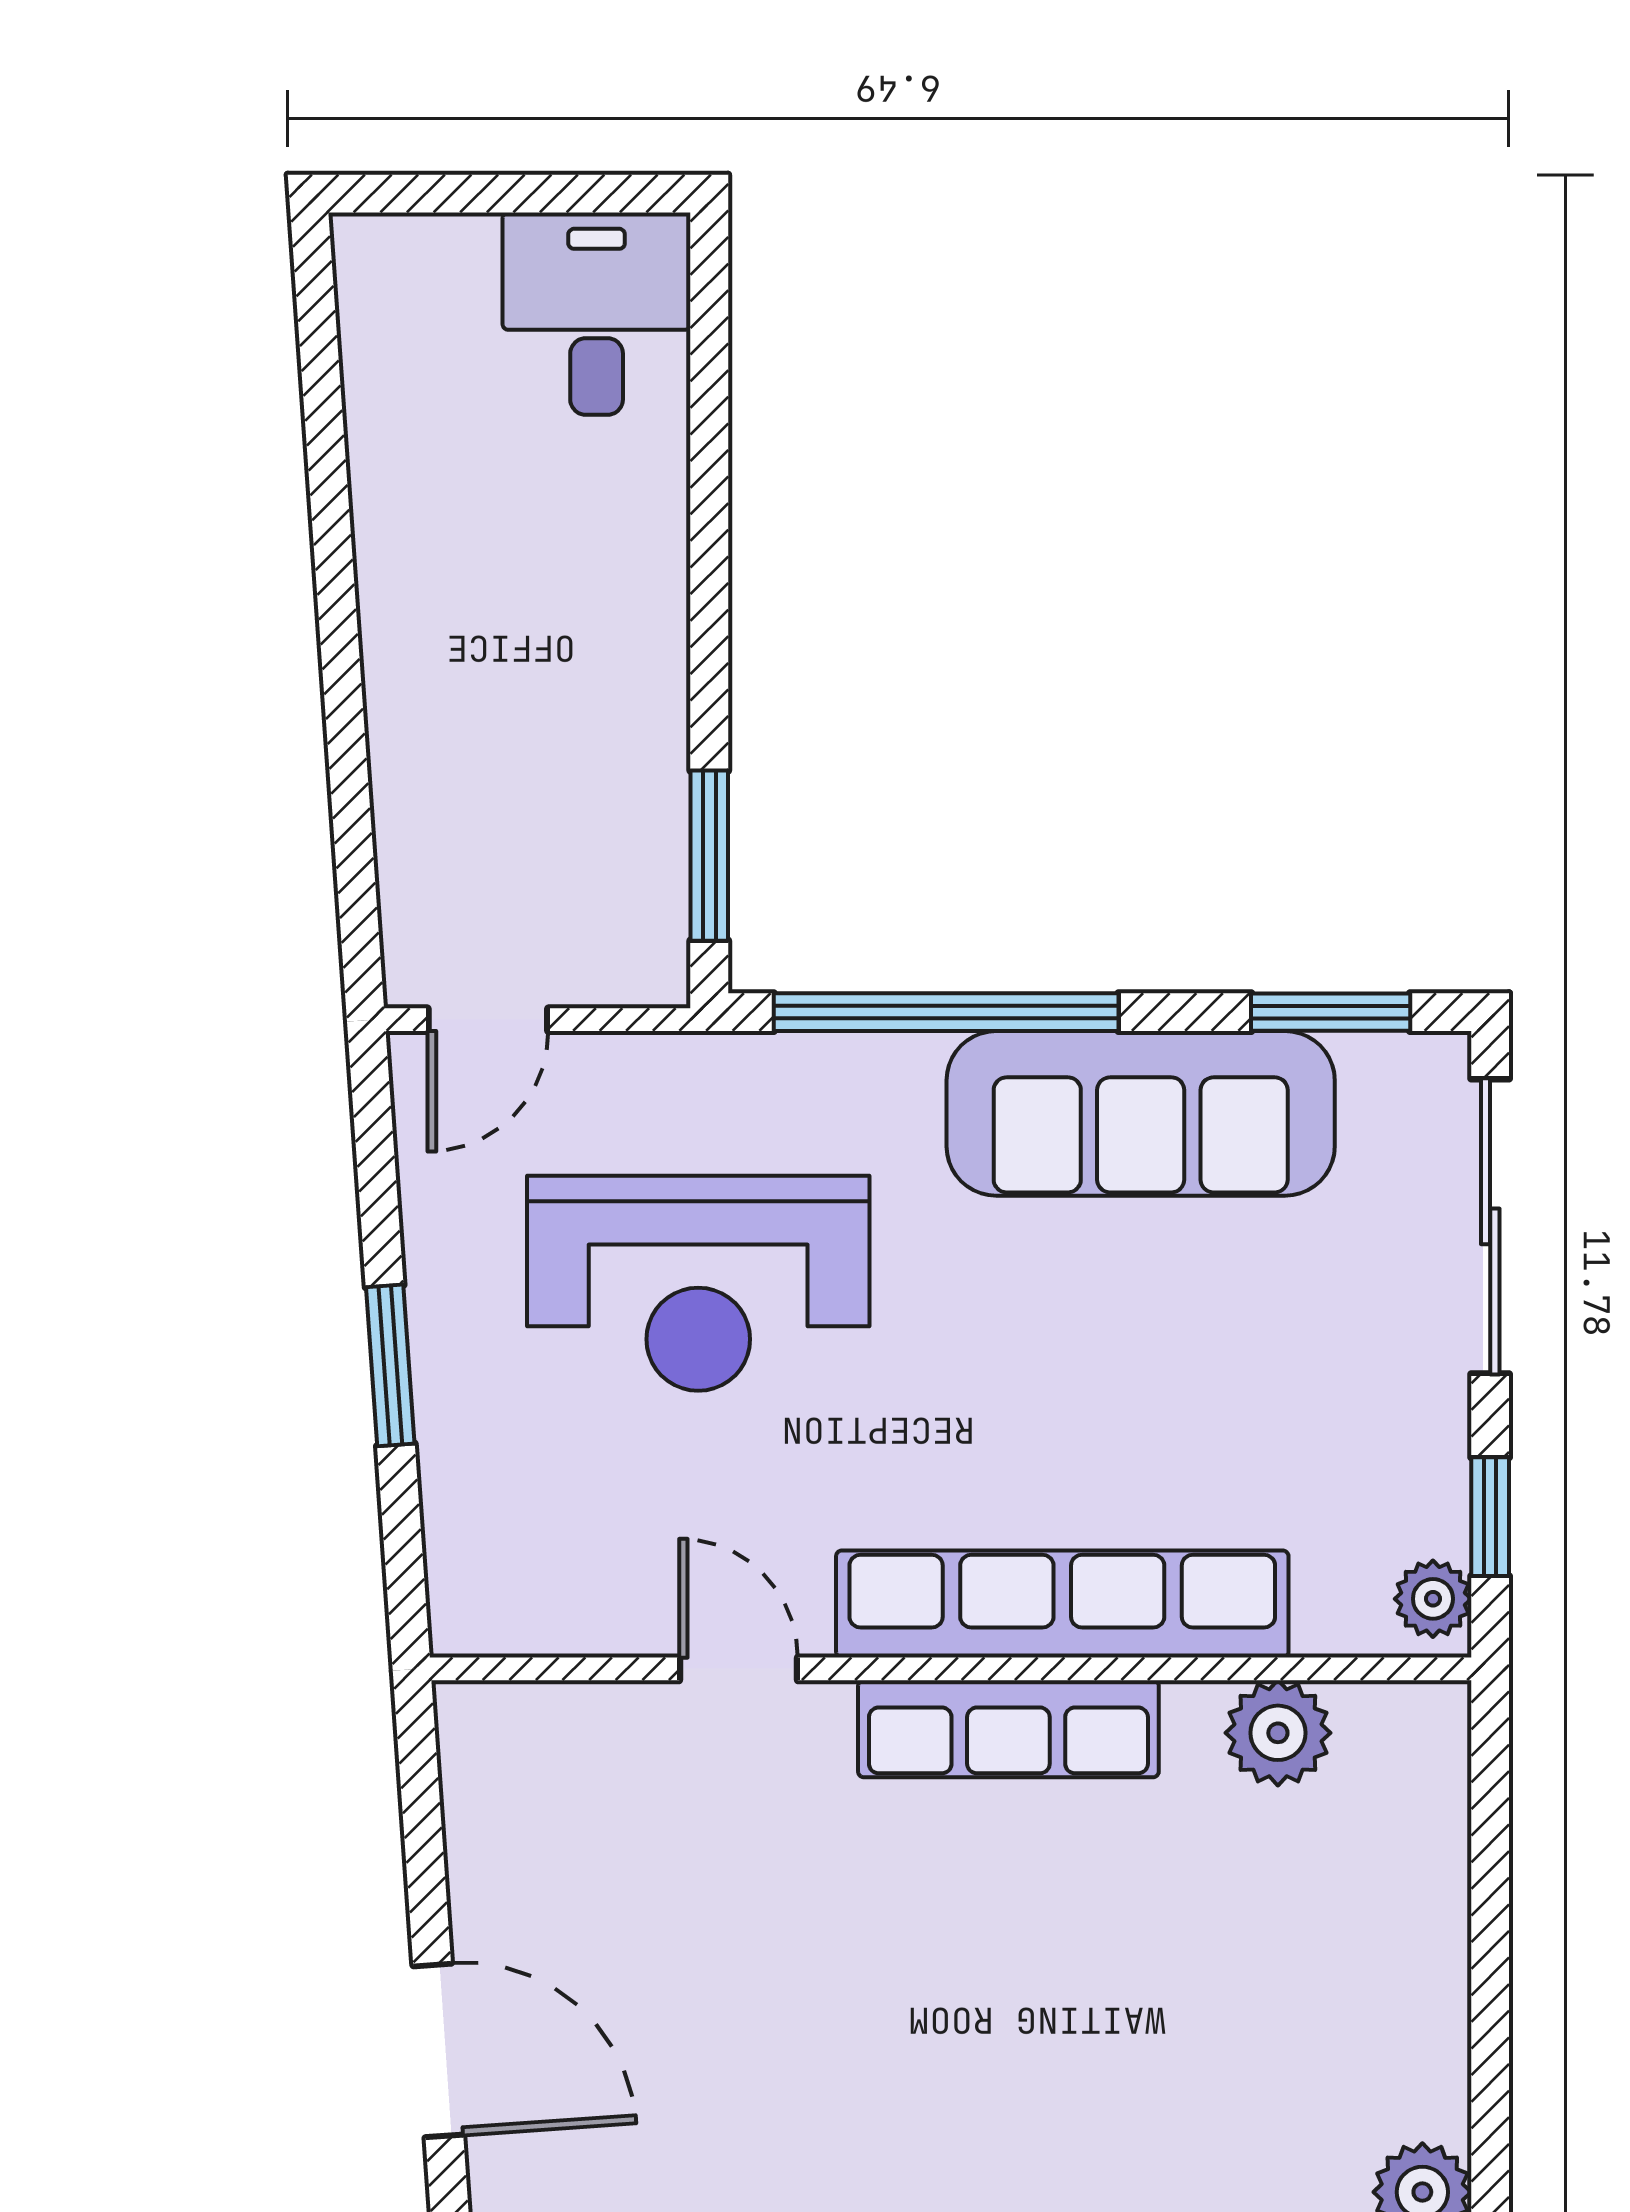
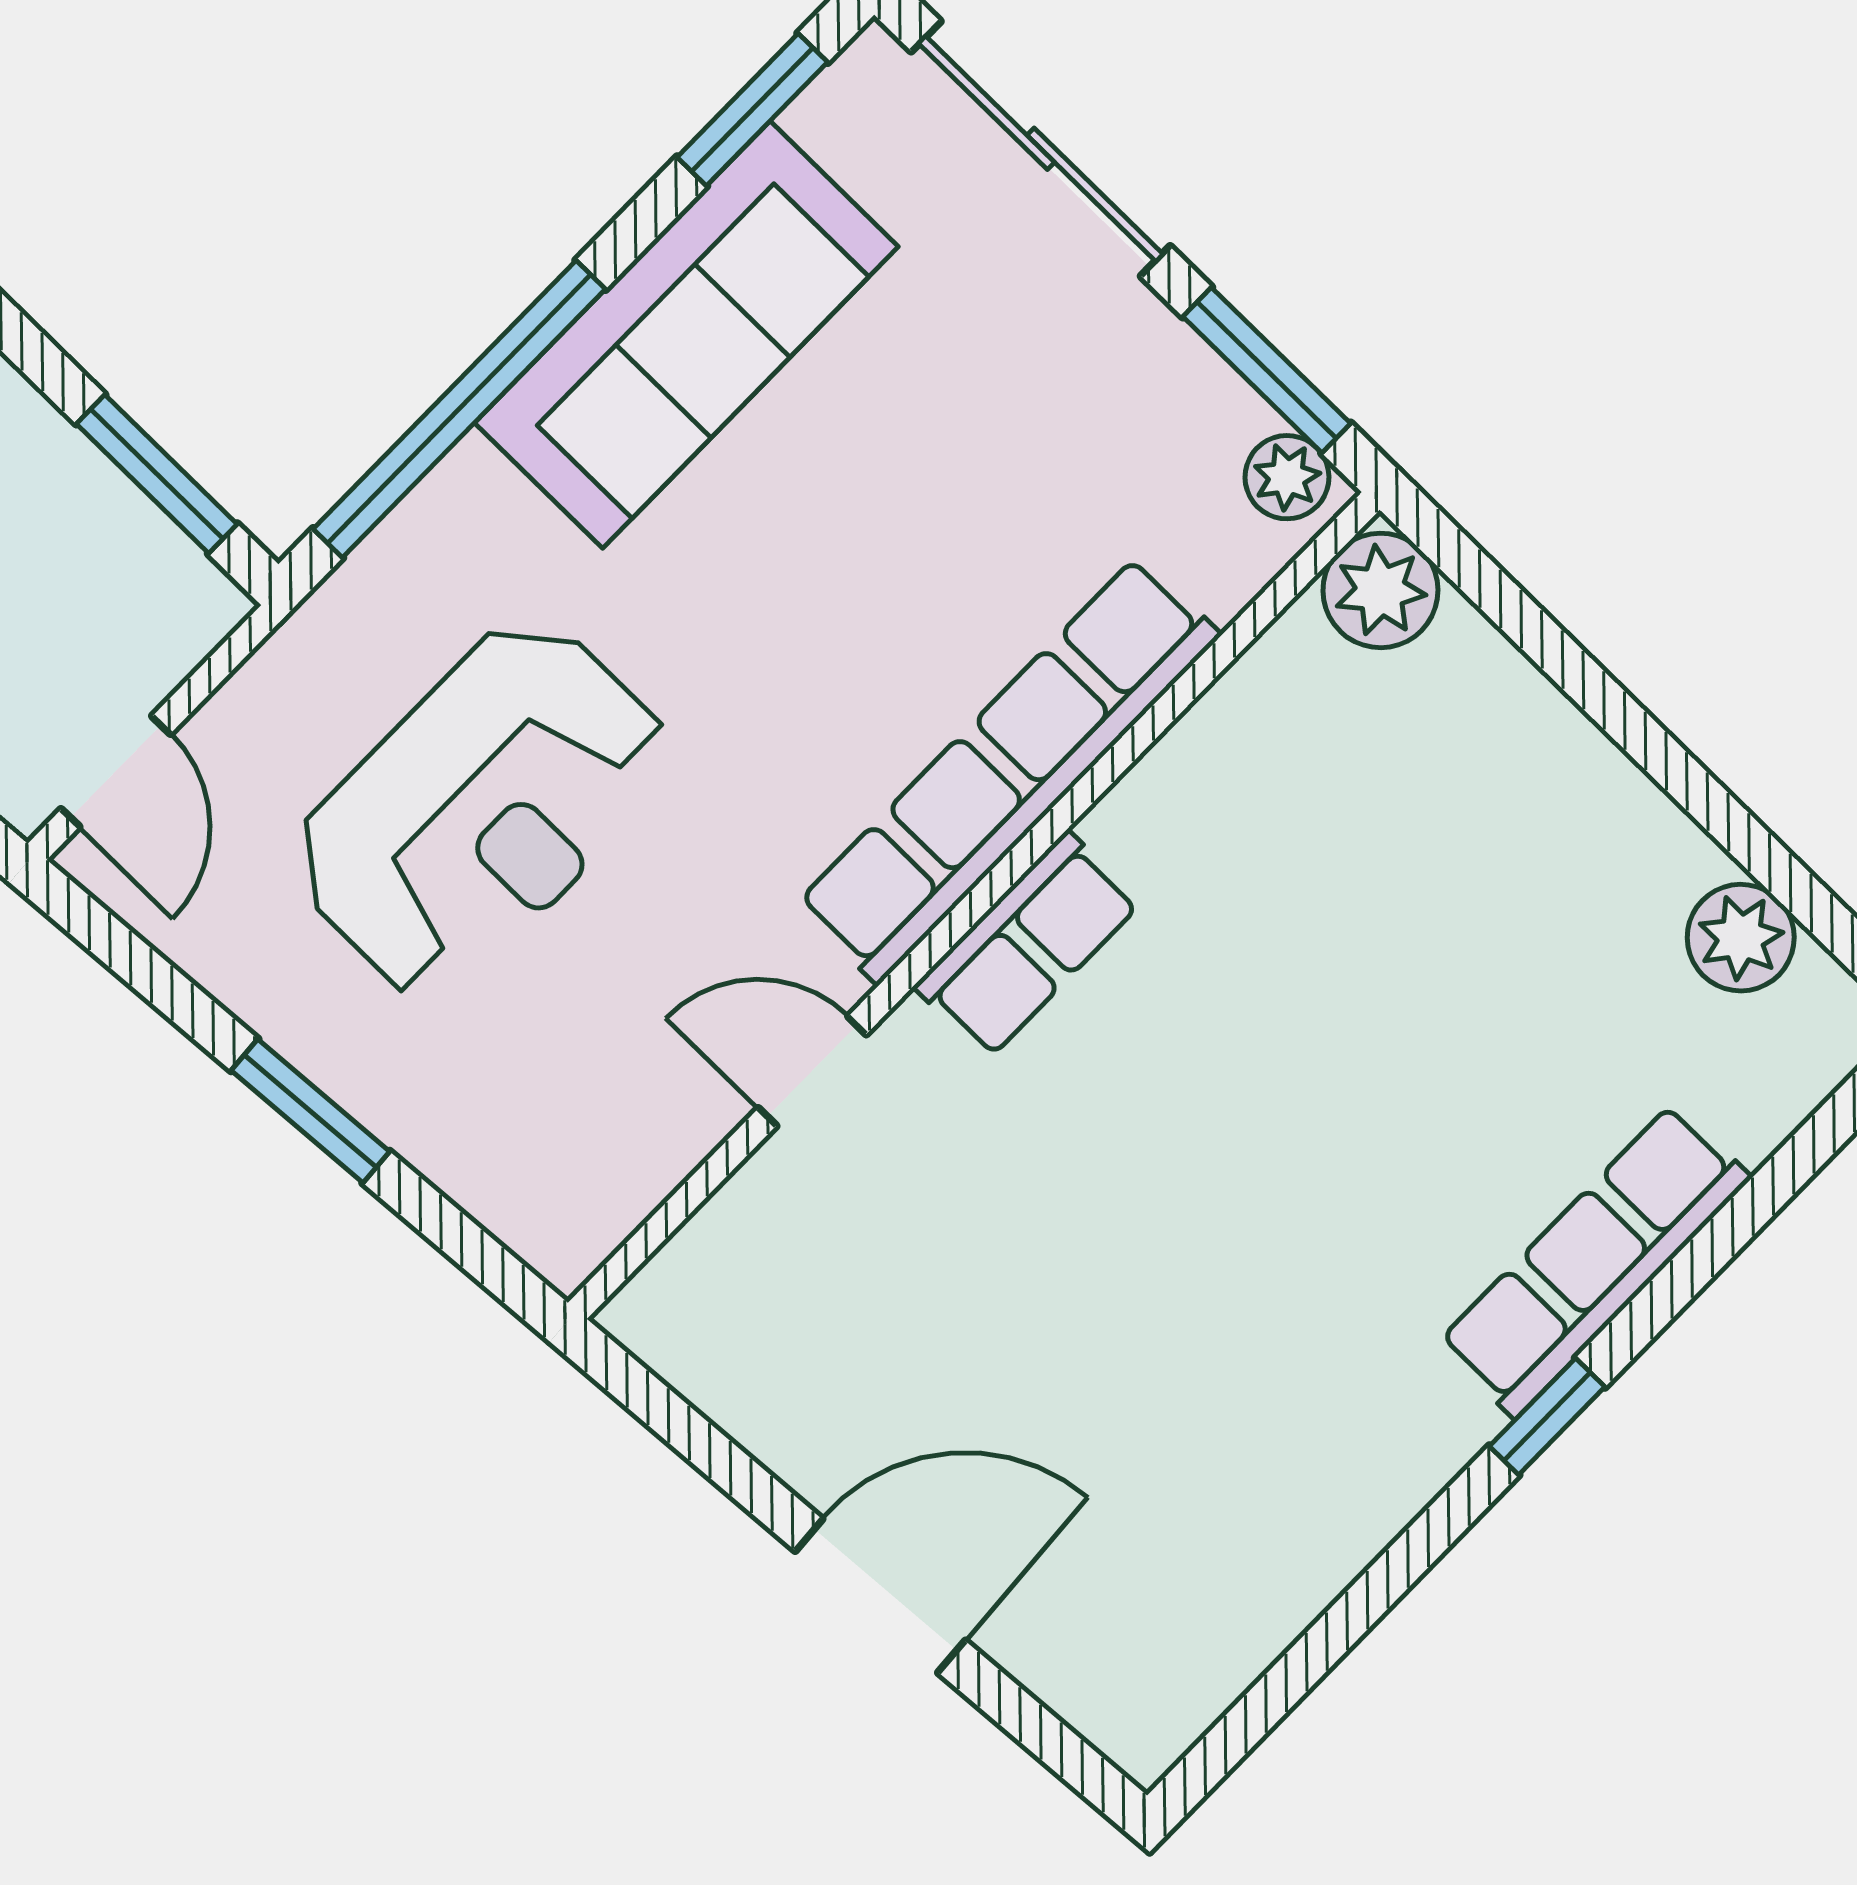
window: (1490, 1517) -> (1267, 370), width x1.50
row of seats: (1008, 1729) -> (1027, 945), width x0.68
plant: (1278, 1733) -> (1380, 590), moved

